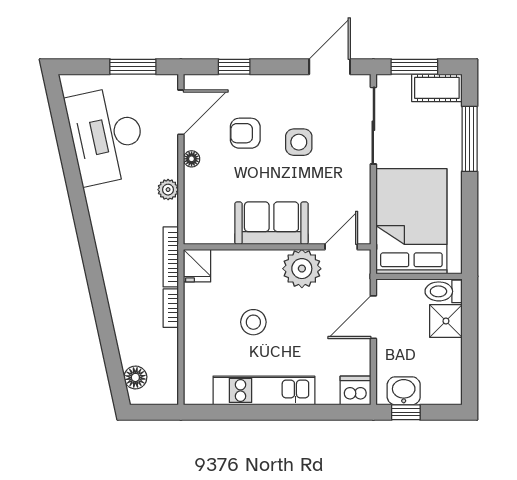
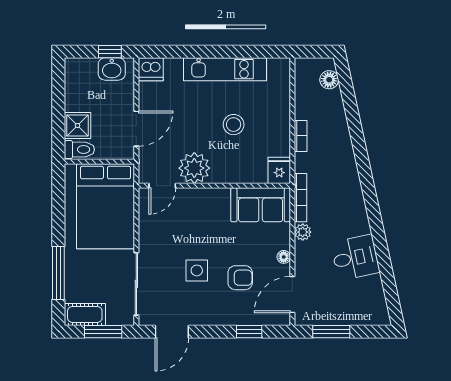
desk: (106, 136) -> (355, 258), width x0.53, depth x0.77
sofa: (271, 223) -> (261, 205), moved
bookcase: (171, 257) -> (301, 198), moved

